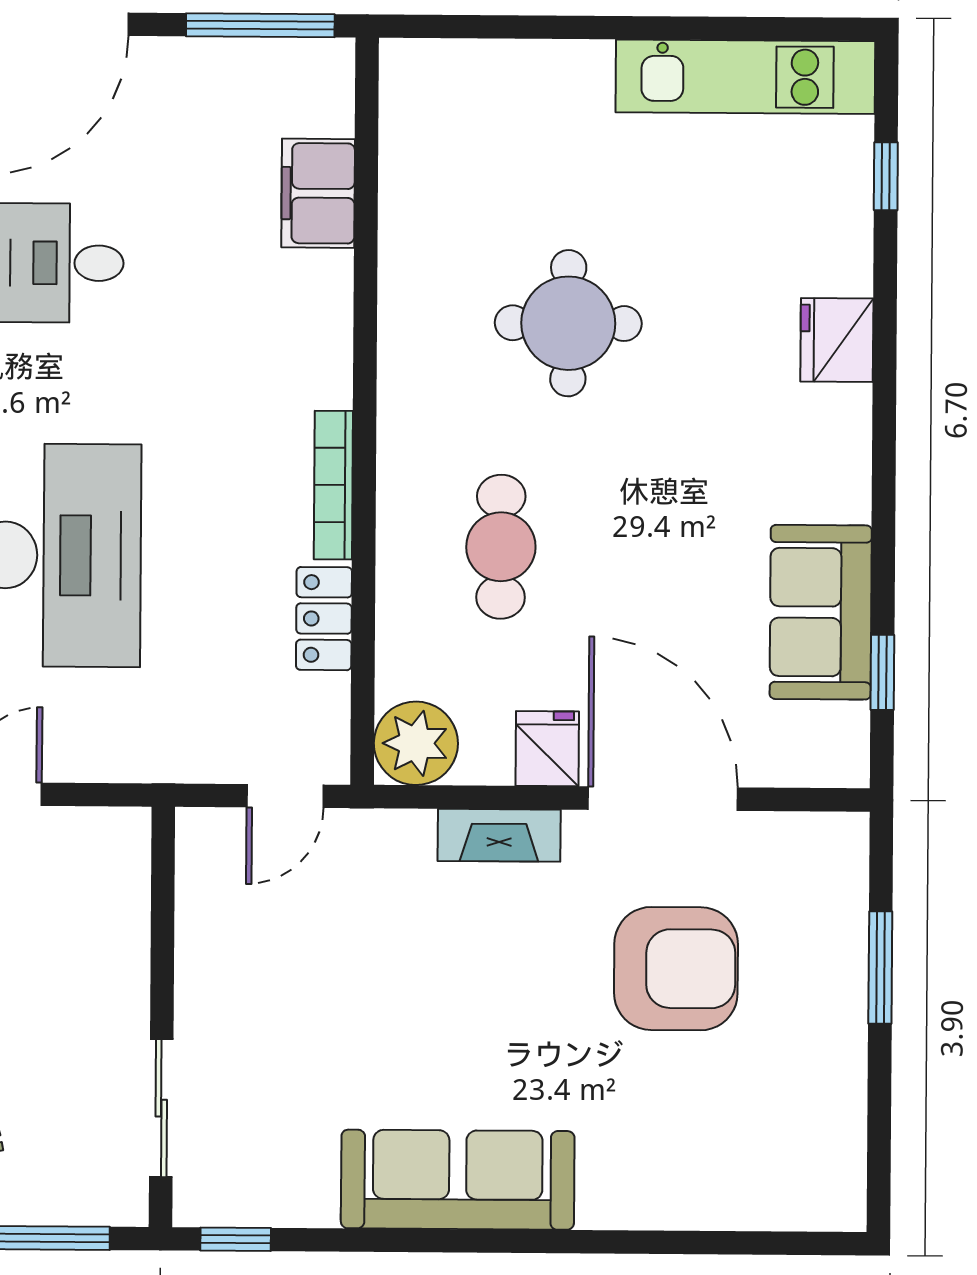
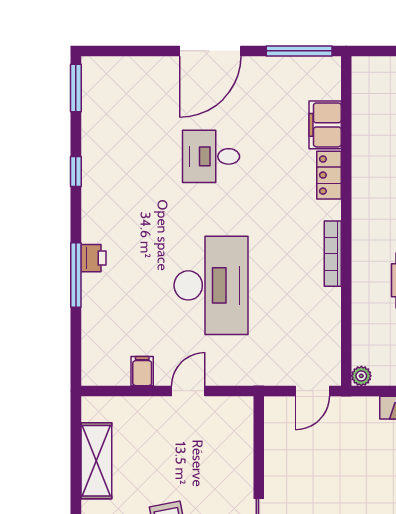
locker: (324, 619) -> (329, 175), moved
plant: (416, 743) -> (361, 376), width x0.53, depth x0.53

